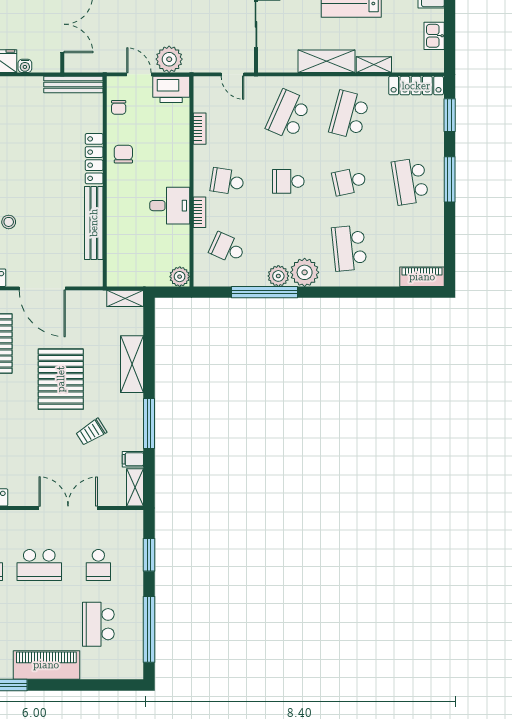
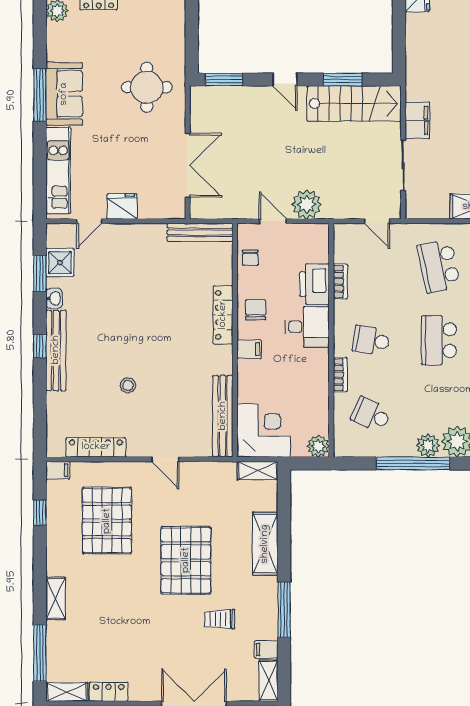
water cooler: (25, 66) -> (146, 212), removed
printer: (171, 89) -> (315, 284), moved, turned 90
school desk: (288, 115) -> (439, 266), turned -36
school desk: (288, 181) -> (439, 340), width x1.85
filing cabinet: (118, 189) -> (249, 349), added
desk: (170, 206) -> (307, 327), moved
bench: (94, 223) -> (223, 416), moved
corner desk: (130, 263) -> (263, 431), added
door: (42, 288) -> (165, 459), width x0.53
trolley: (91, 432) -> (220, 619), turned 32

